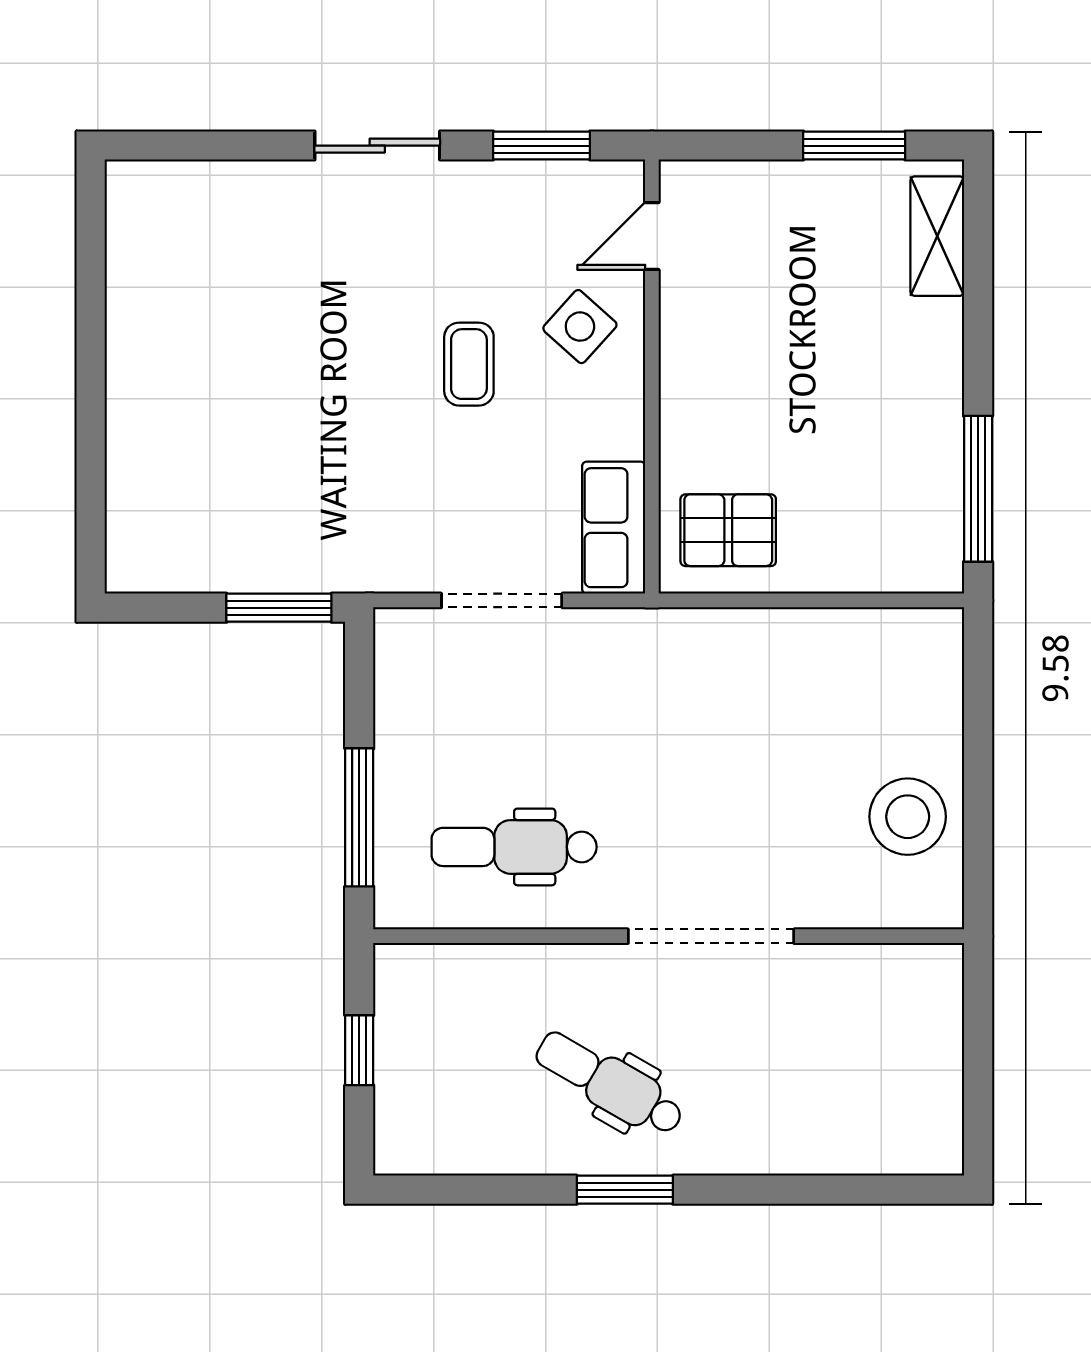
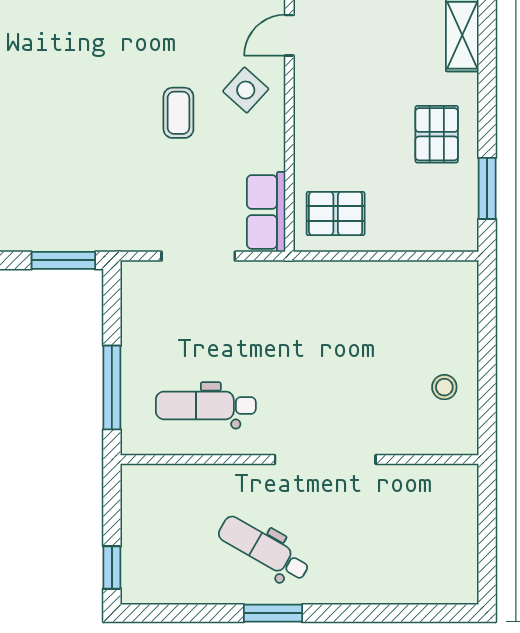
pallet: (895, 399) -> (437, 134), added
window: (978, 489) -> (487, 188), width x0.69
stool: (908, 817) -> (444, 387), width x0.53, depth x0.53
window: (359, 1050) -> (112, 567), moved

